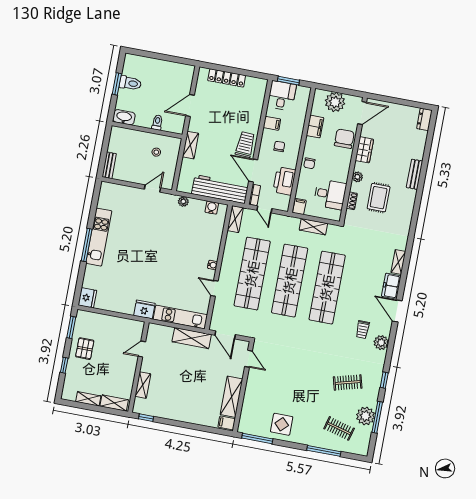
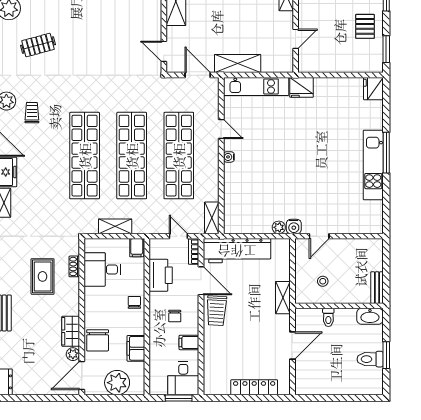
bench: (109, 165) -> (377, 288), moved
plant: (357, 177) -> (73, 354), moved
water cooler: (212, 208) -> (294, 227), moved

